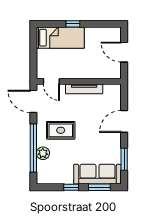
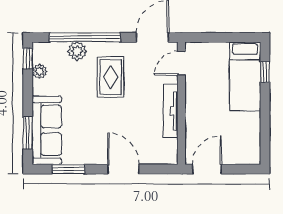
window: (73, 24) -> (265, 72), moved
door: (124, 52) -> (207, 169), moved
plant: (57, 179) -> (39, 71), added
window: (71, 187) -> (28, 58), moved

